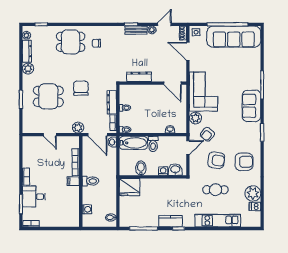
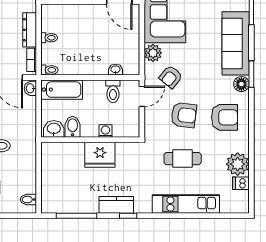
sofa: (251, 106) -> (236, 43), width x1.36
floor lamp: (255, 139) -> (241, 84), added
toilet: (153, 144) -> (113, 91), moved
washbasin: (175, 170) -> (54, 129), moved
fridge: (130, 187) -> (100, 155), moved

